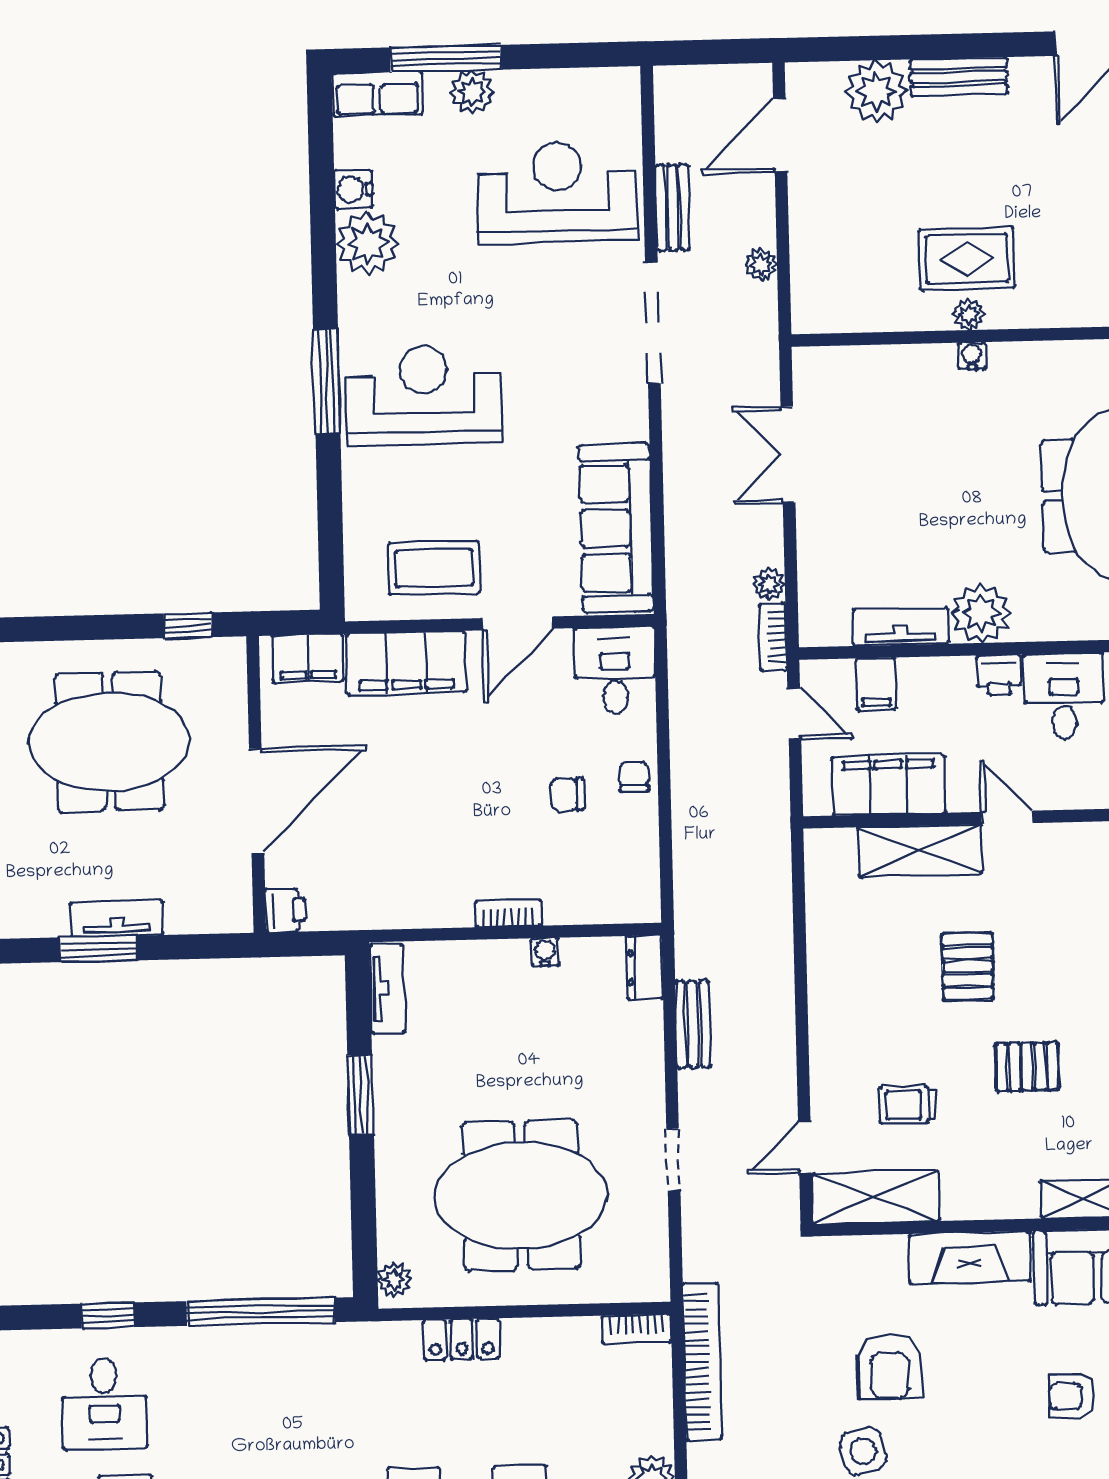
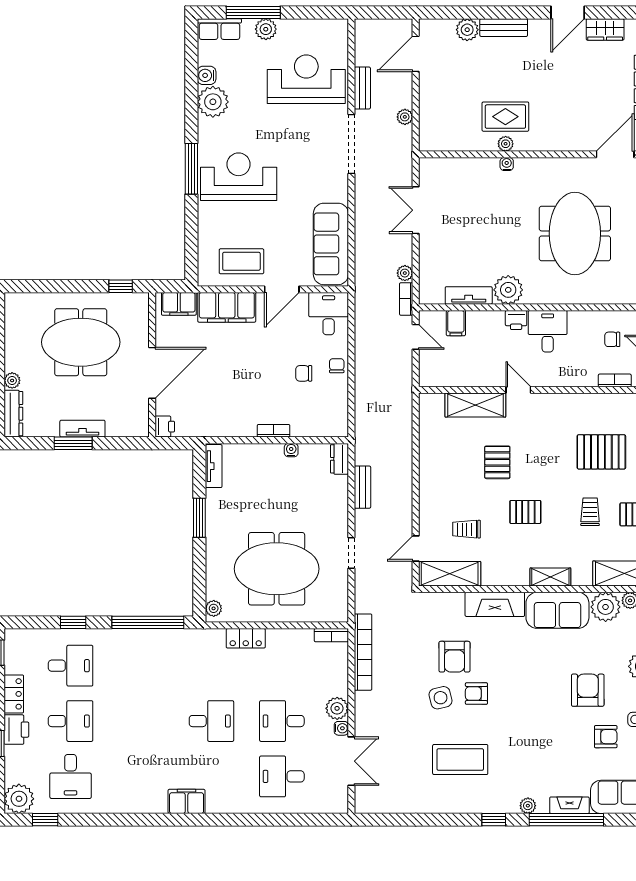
plant: (876, 91) -> (467, 30), width x0.73, depth x0.73
filing cabinet: (889, 785) -> (461, 373), removed
armchair: (1072, 1396) -> (476, 694), moved
desk: (104, 1404) -> (71, 666), turned -90

